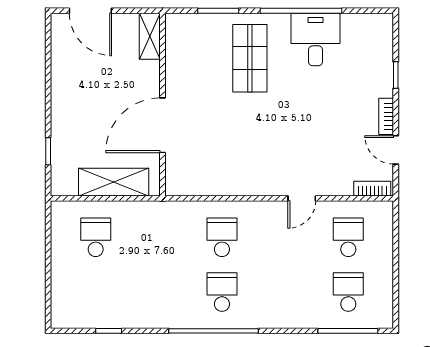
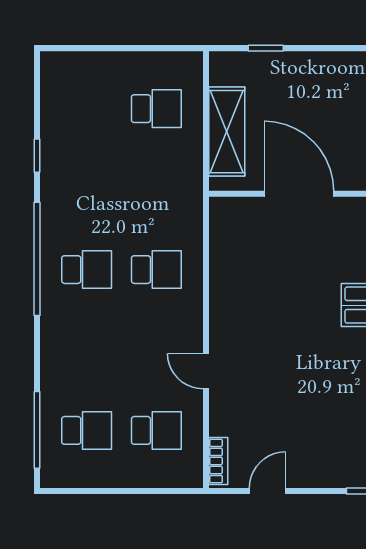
bookcase: (386, 116) -> (310, 479), removed
window: (109, 331) -> (37, 156), moved

